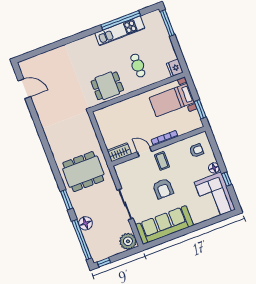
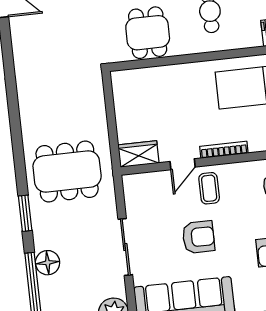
dining table: (107, 86) -> (148, 33), turned 90
door: (144, 152) -> (183, 164), swing flipped
armchair: (163, 189) -> (198, 237), turned -90

